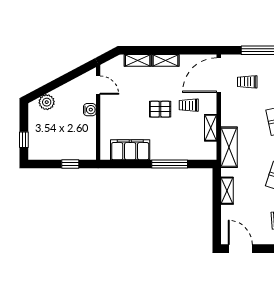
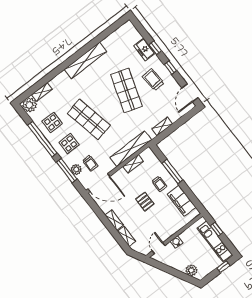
plant: (252, 62) -> (76, 169), added
trolley: (189, 105) -> (159, 184), moved
shelving: (229, 147) -> (131, 149), width x1.47
kitchen unit: (59, 152) -> (215, 241), added

